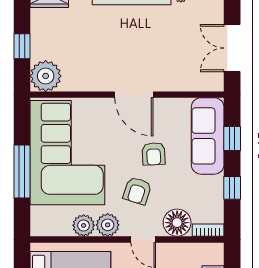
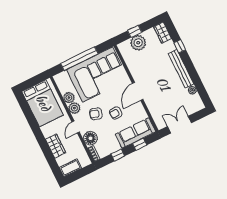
plant: (46, 76) -> (138, 43), moved
window: (22, 172) -> (79, 59), width x1.46

